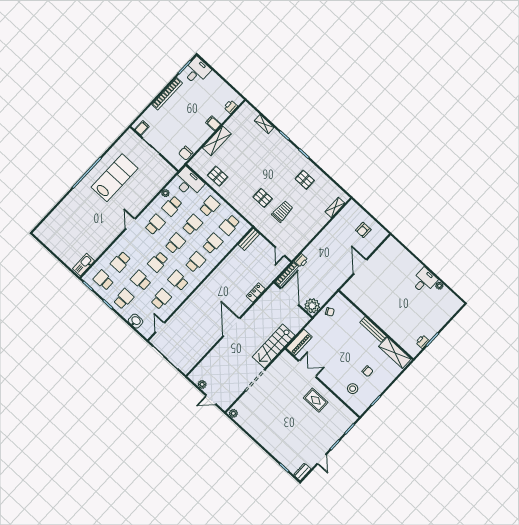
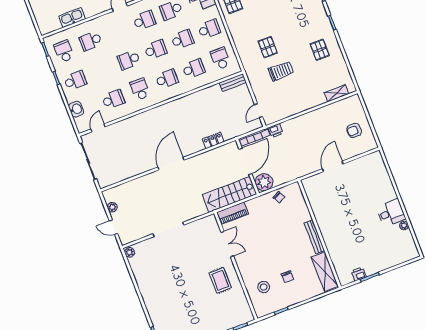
school desk: (230, 225) -> (220, 58), turned 90
kitchen sink: (83, 265) -> (72, 18), moved
school desk: (141, 280) -> (102, 70), removed
stairs: (274, 346) -> (230, 194), moved

